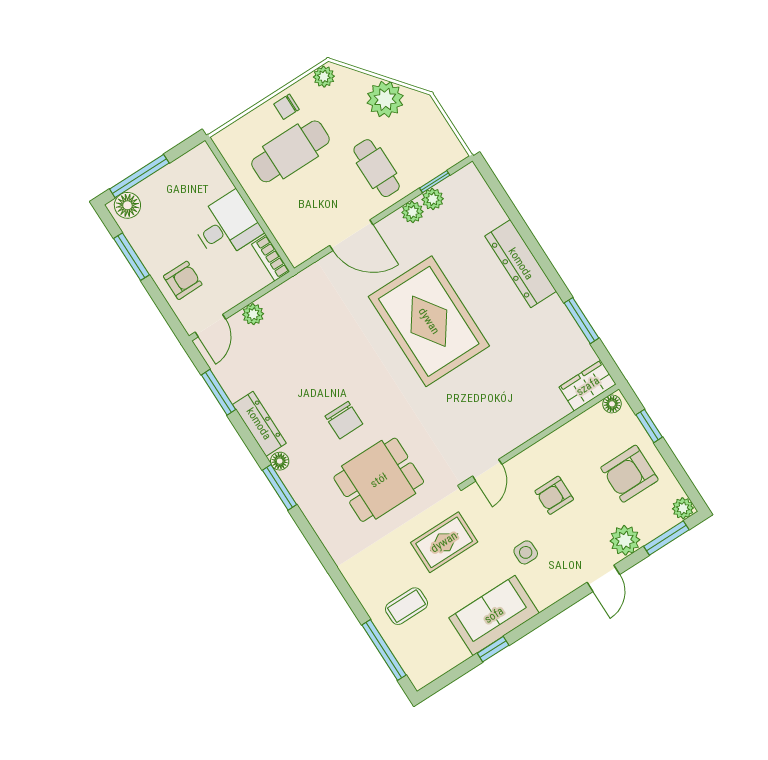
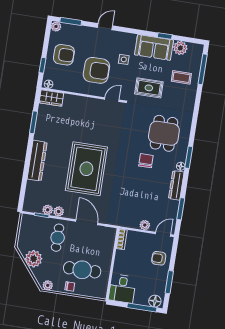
desk: (226, 226) -> (122, 289), moved, turned -90
dining table: (379, 480) -> (164, 133), moved, turned 90
armchair: (554, 495) -> (96, 70), width x1.88, depth x1.88
plant: (625, 540) -> (180, 48), moved

